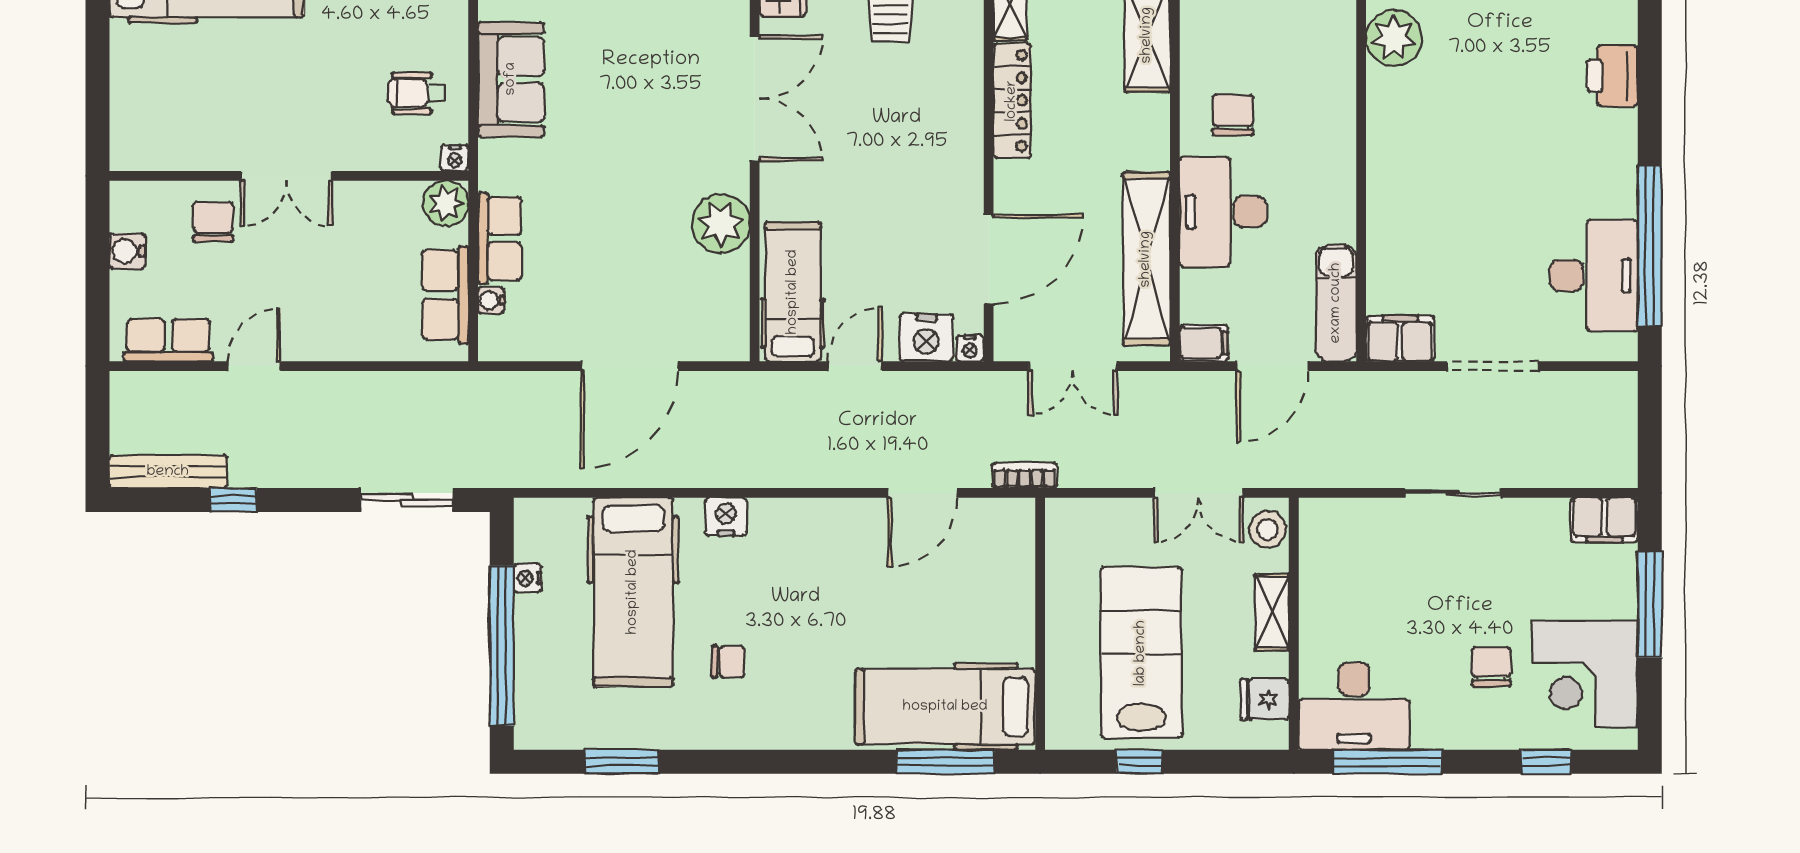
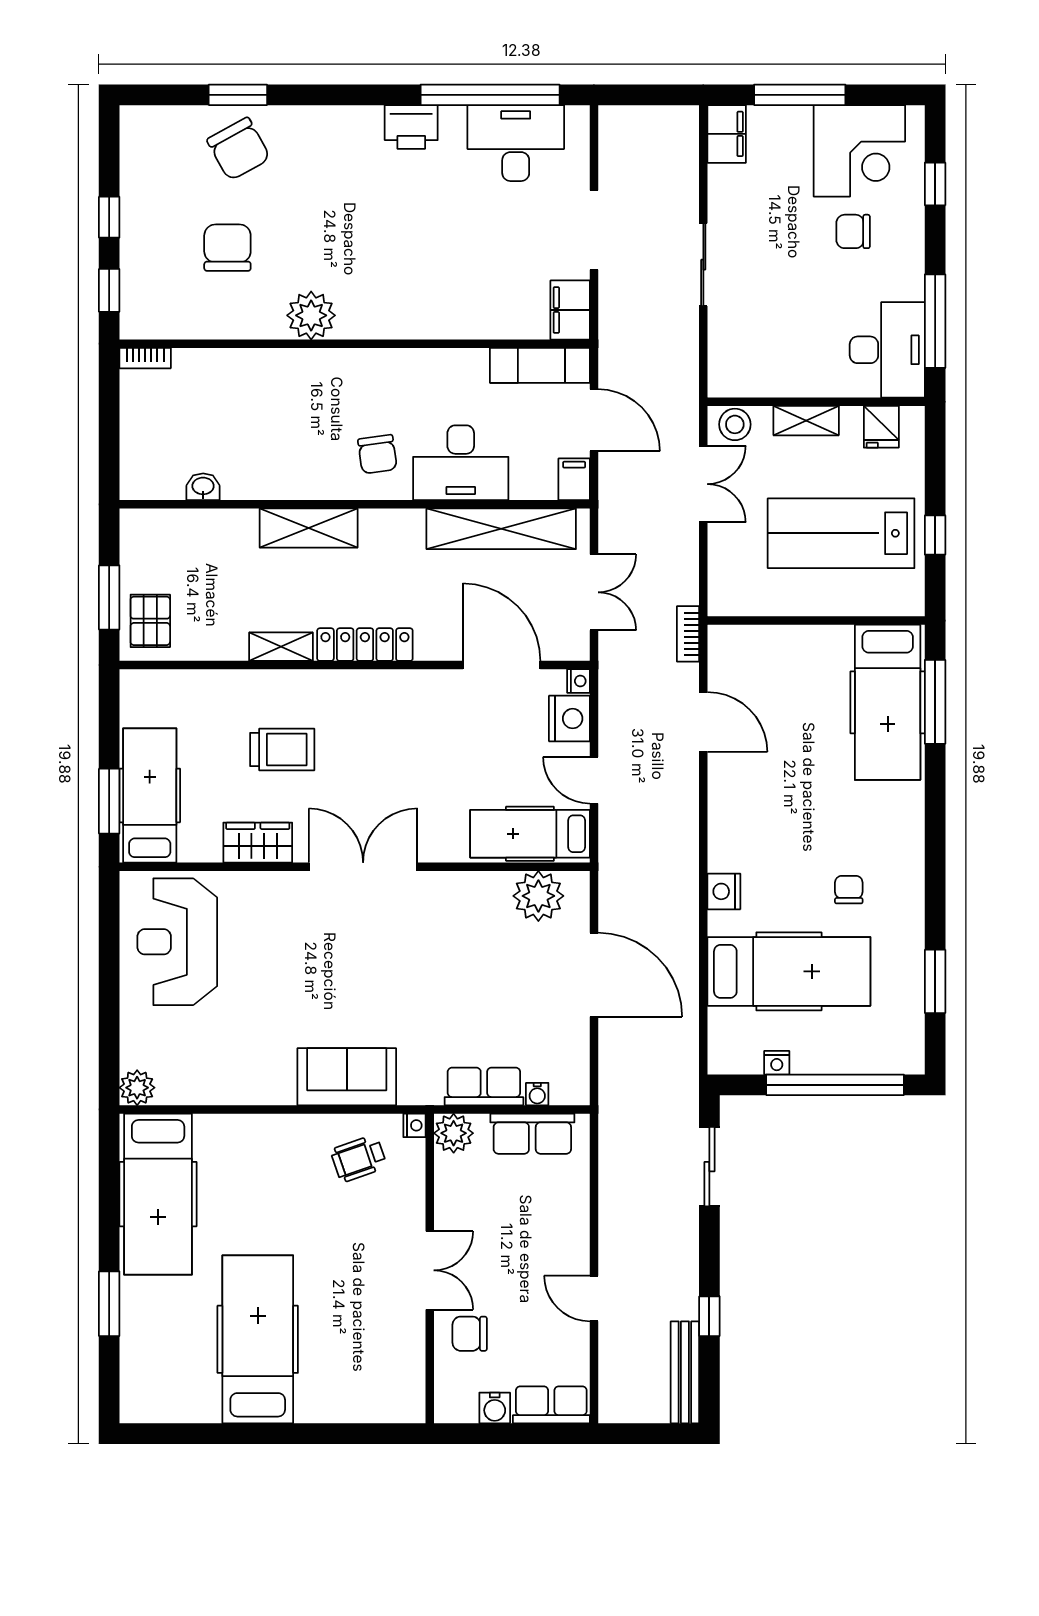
printer: (1612, 76) -> (411, 127), moved
wheelchair: (416, 93) -> (359, 1158), turned 71
chair: (1233, 115) -> (377, 454), turned -98
plant: (721, 224) -> (538, 896), moved
row of seats: (168, 340) -> (551, 1405), moved, turned 90

